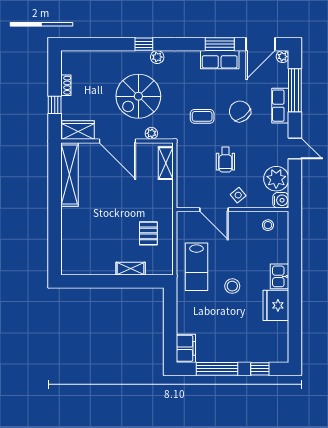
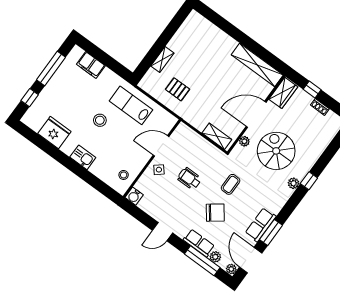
plant: (276, 179) -> (215, 257), moved, width x0.53, depth x0.53
fridge: (276, 305) -> (54, 133), moved
filing cabinet: (186, 348) -> (91, 65), moved

